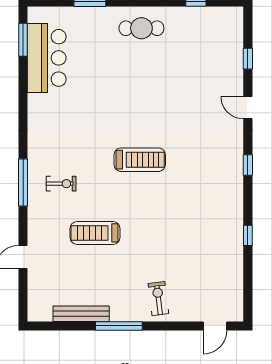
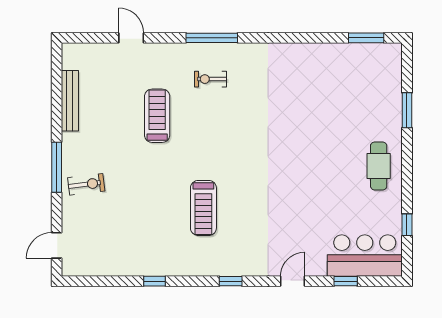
bar counter: (47, 58) -> (365, 256), moved, turned 180
treadmill: (140, 160) -> (203, 208), moved
exercise bike: (61, 184) -> (210, 79), turned 90
window: (119, 326) -> (57, 167), moved
door: (215, 326) -> (57, 245), hinge flipped

